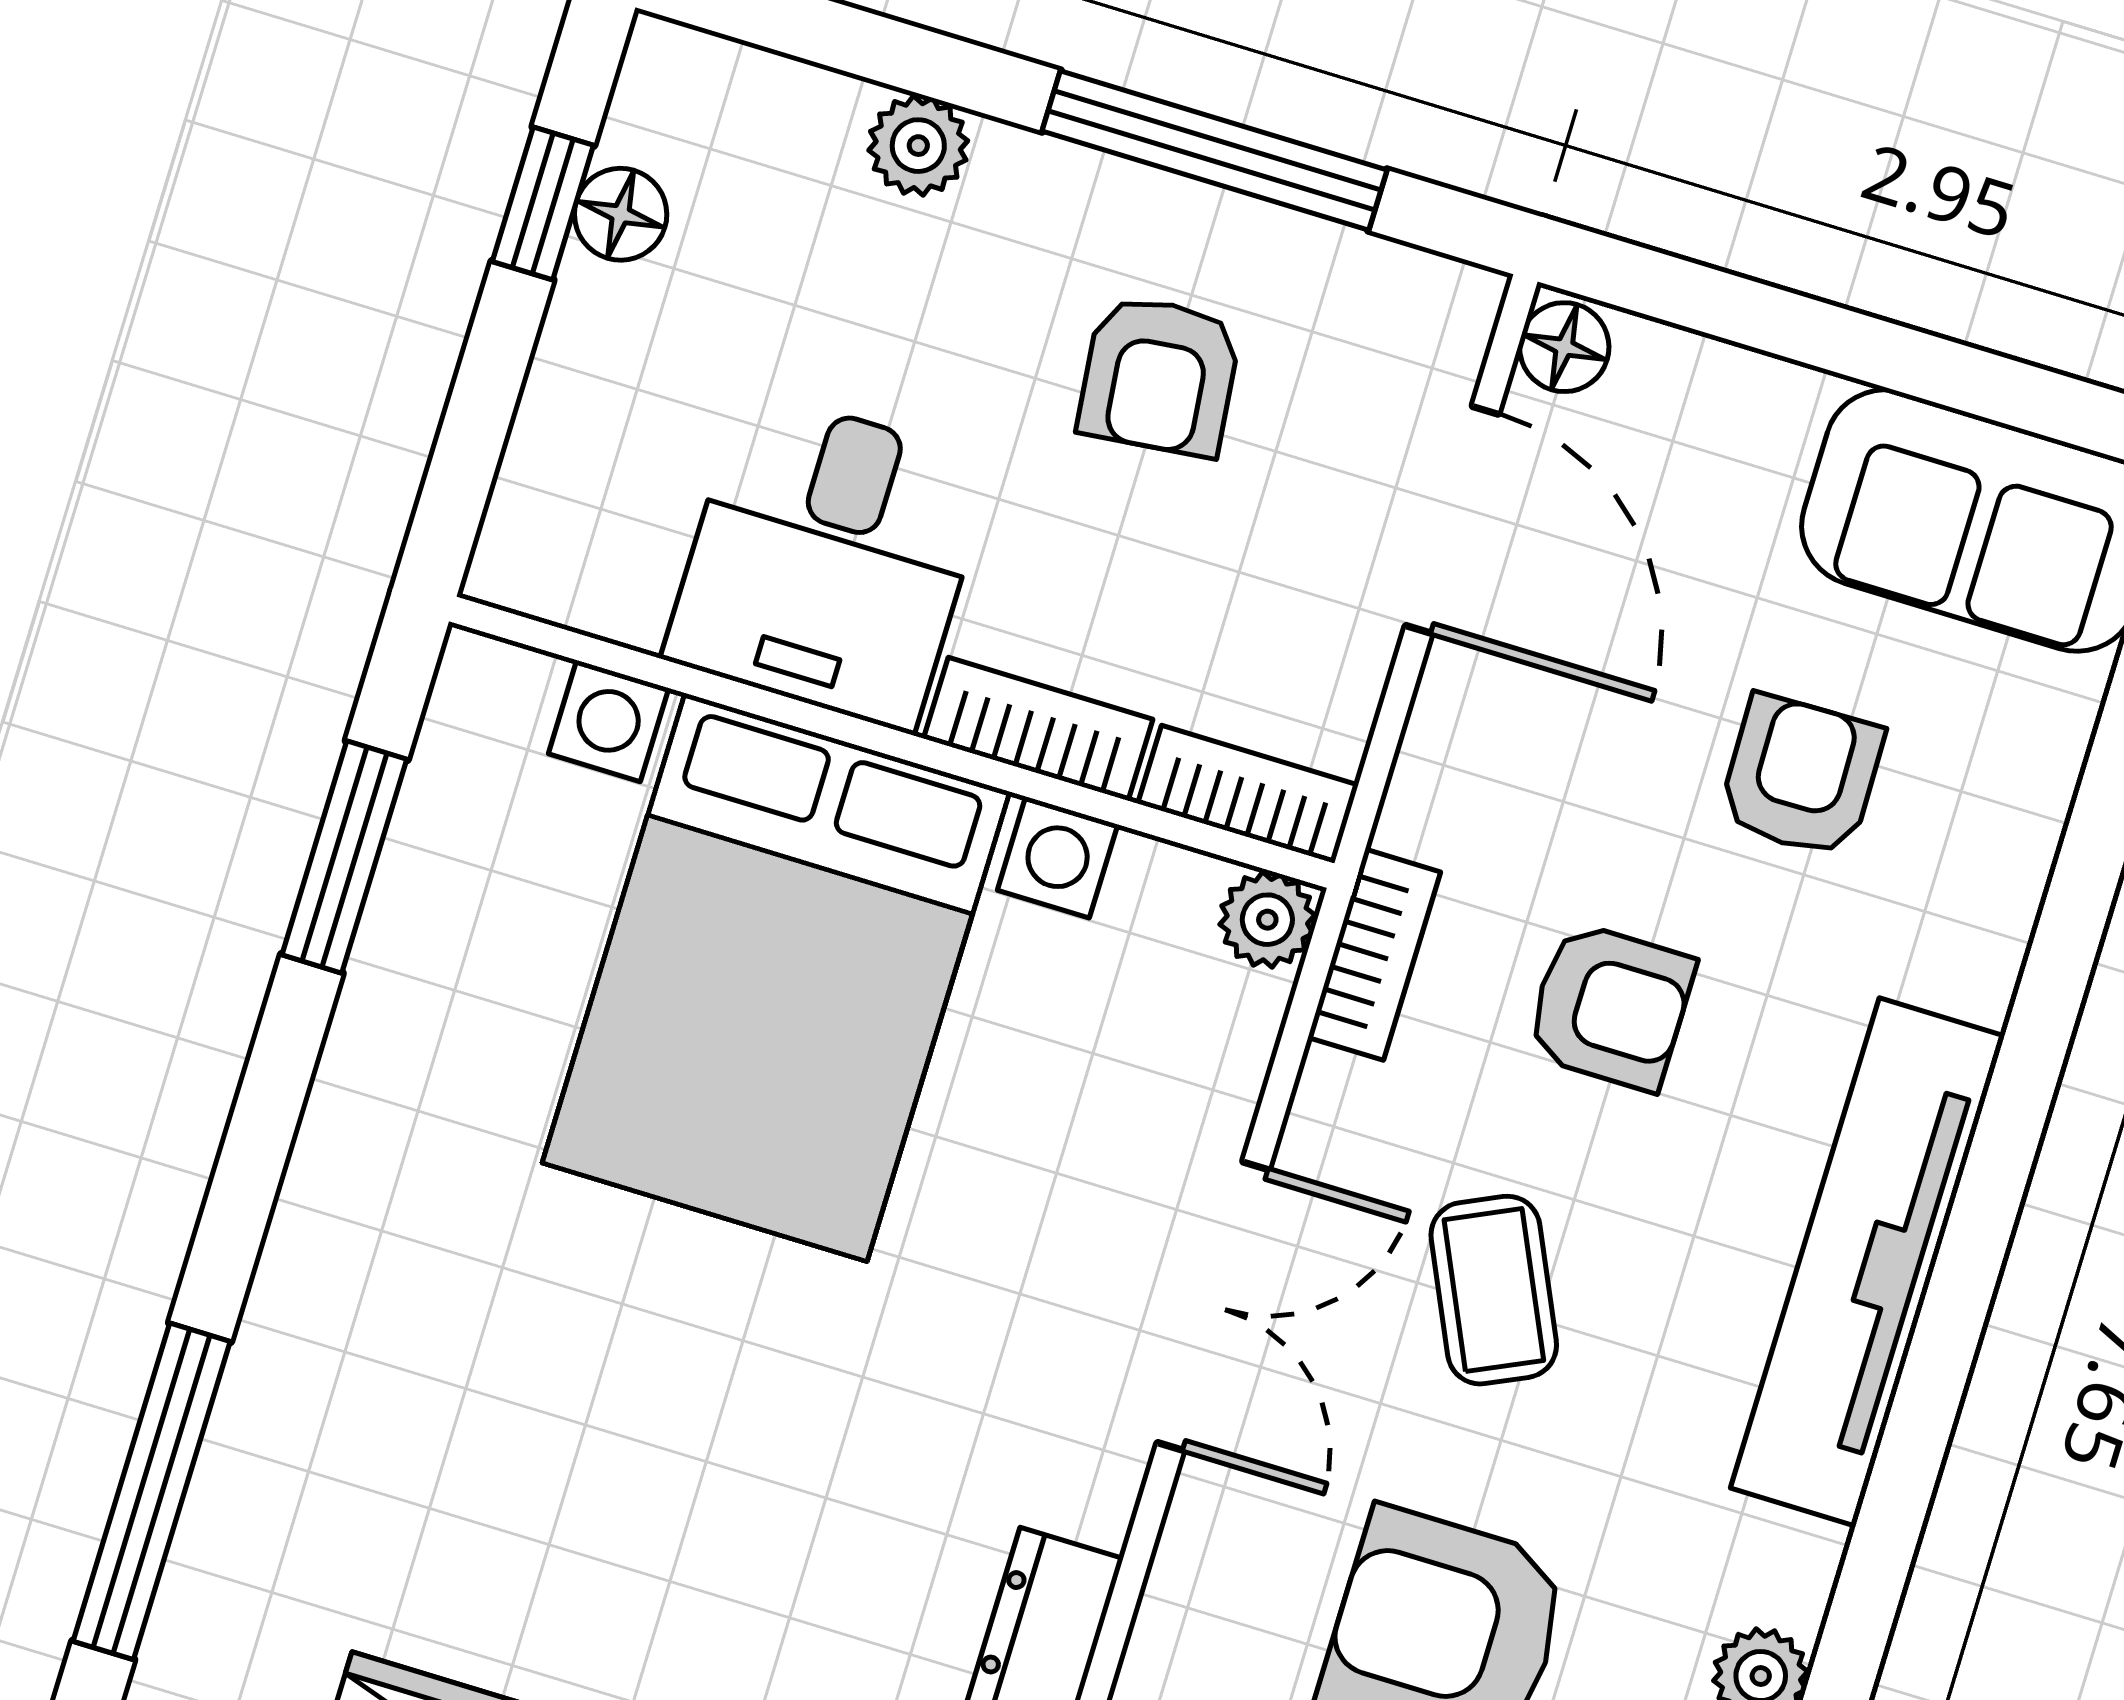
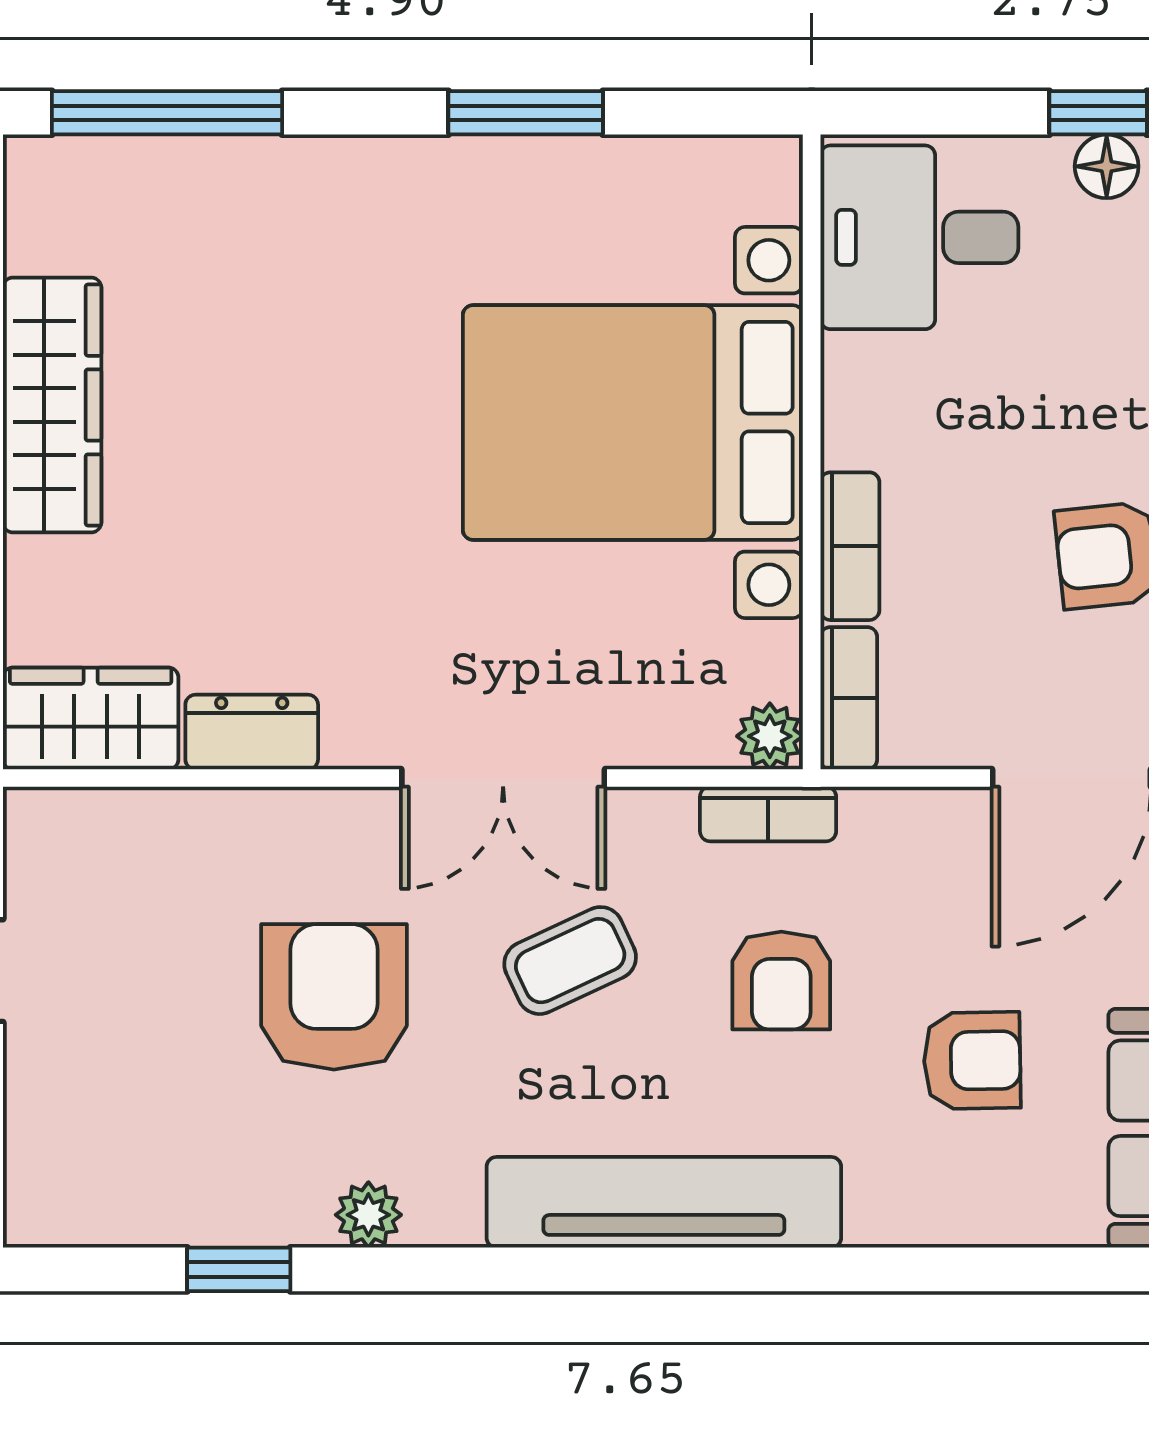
desk: (828, 560) -> (919, 237), moved
window: (344, 857) -> (526, 113), moved

